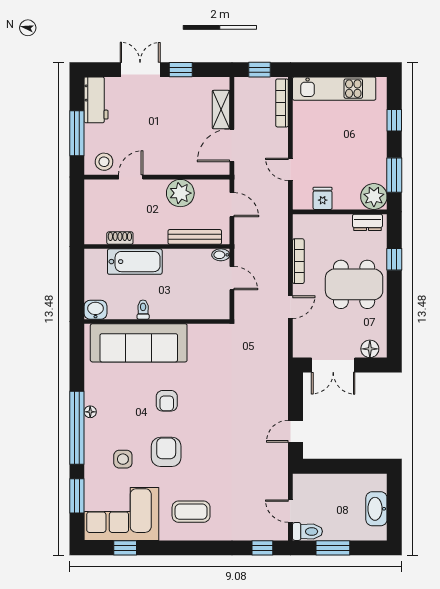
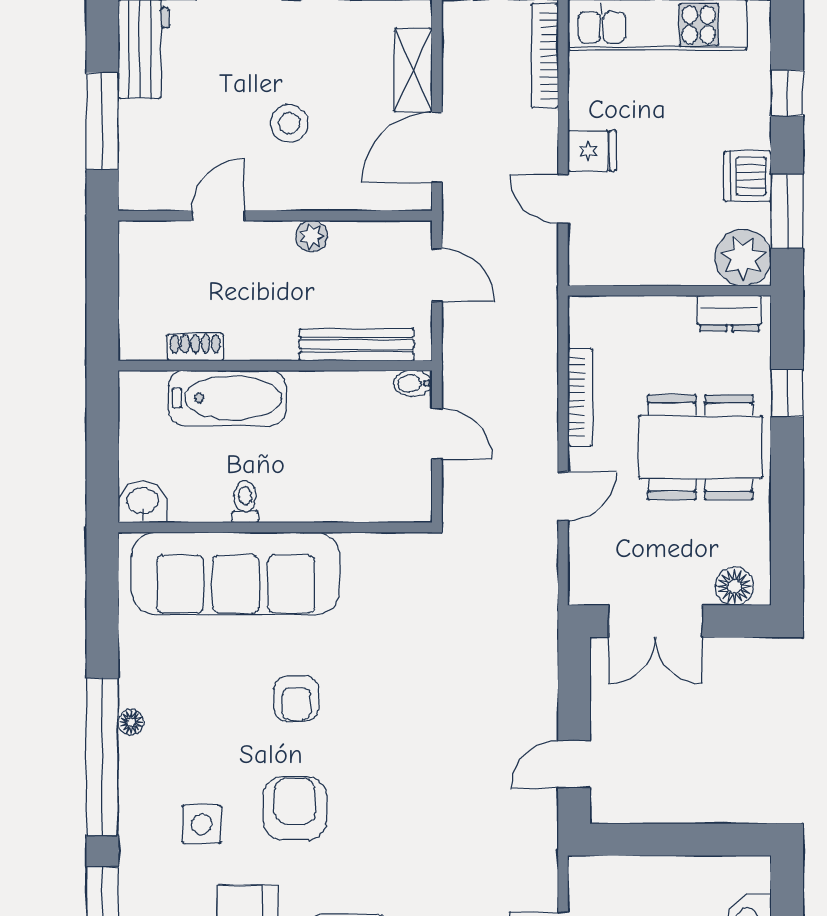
dishwasher: (376, 159) -> (748, 176), added
stool: (104, 162) -> (289, 123), moved
plant: (180, 193) -> (312, 236), width x0.53, depth x0.53
fridge: (323, 198) -> (592, 151), moved, turned 90

